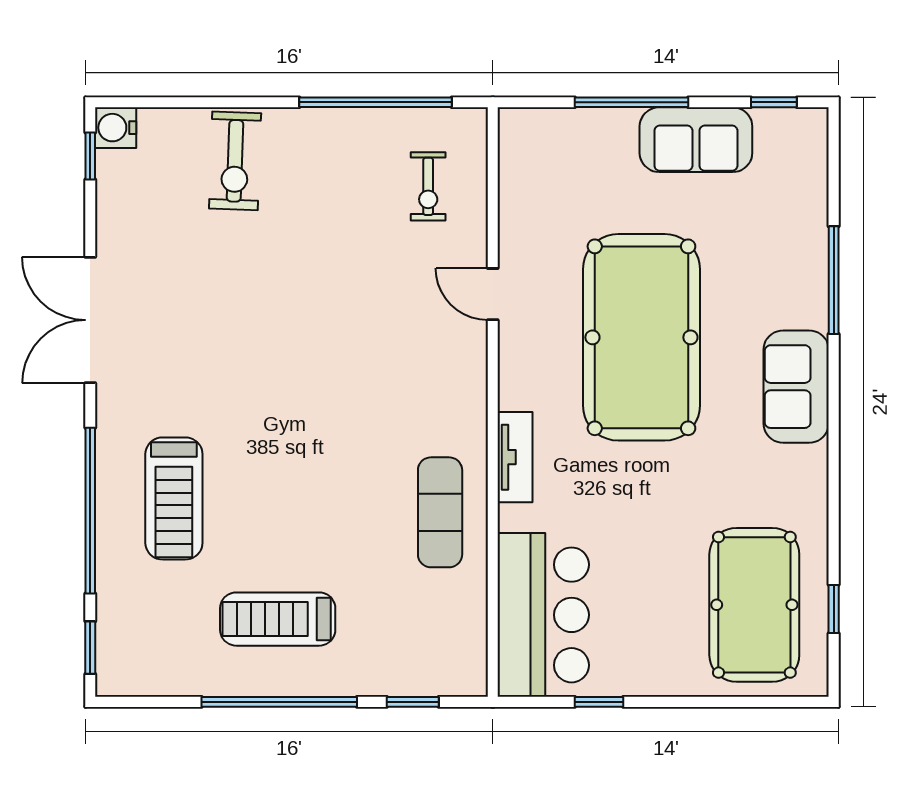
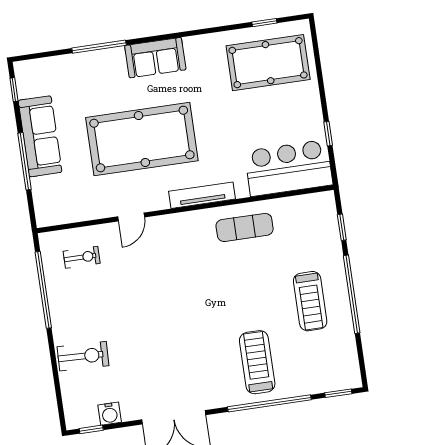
water cooler: (116, 128) -> (110, 414), moved
sofa: (696, 140) -> (40, 136), width x1.36
tv unit: (515, 457) -> (202, 195), width x1.41
treadmill: (174, 498) -> (257, 362), turned -90

